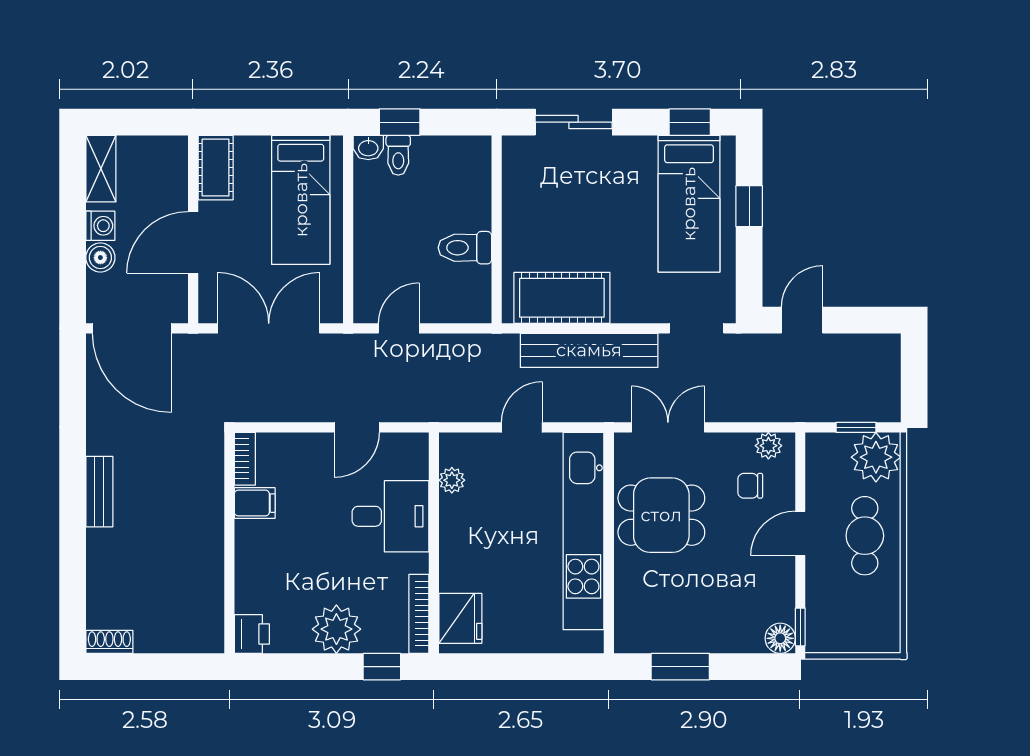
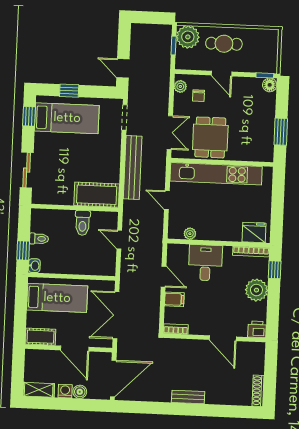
toilet: (398, 155) -> (39, 239), moved
cot: (562, 298) -> (97, 195), moved, turned 90
door: (399, 328) -> (119, 240), moved
double door: (668, 427) -> (170, 133), swing flipped
filing cabinet: (255, 503) -> (174, 299), moved, turned 90
door: (229, 561) -> (223, 338), added
shoe rack: (109, 642) -> (258, 391), width x1.43

